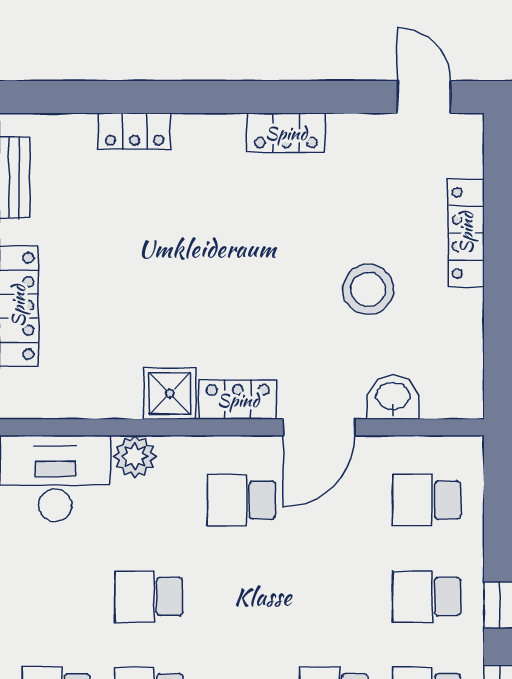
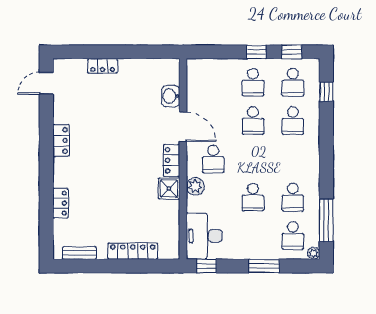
locker: (466, 233) -> (103, 66), width x0.66
stool: (368, 289) -> (126, 106), removed
plant: (135, 456) -> (195, 186), moved
school desk: (426, 500) -> (253, 121), moved

